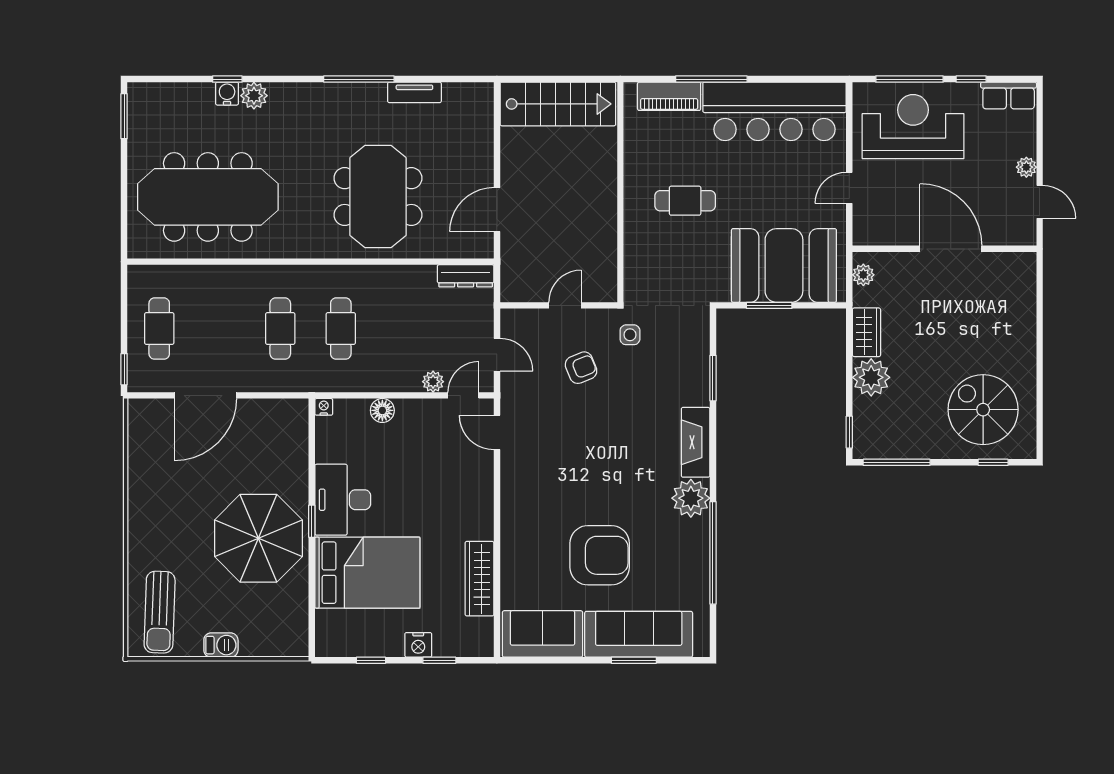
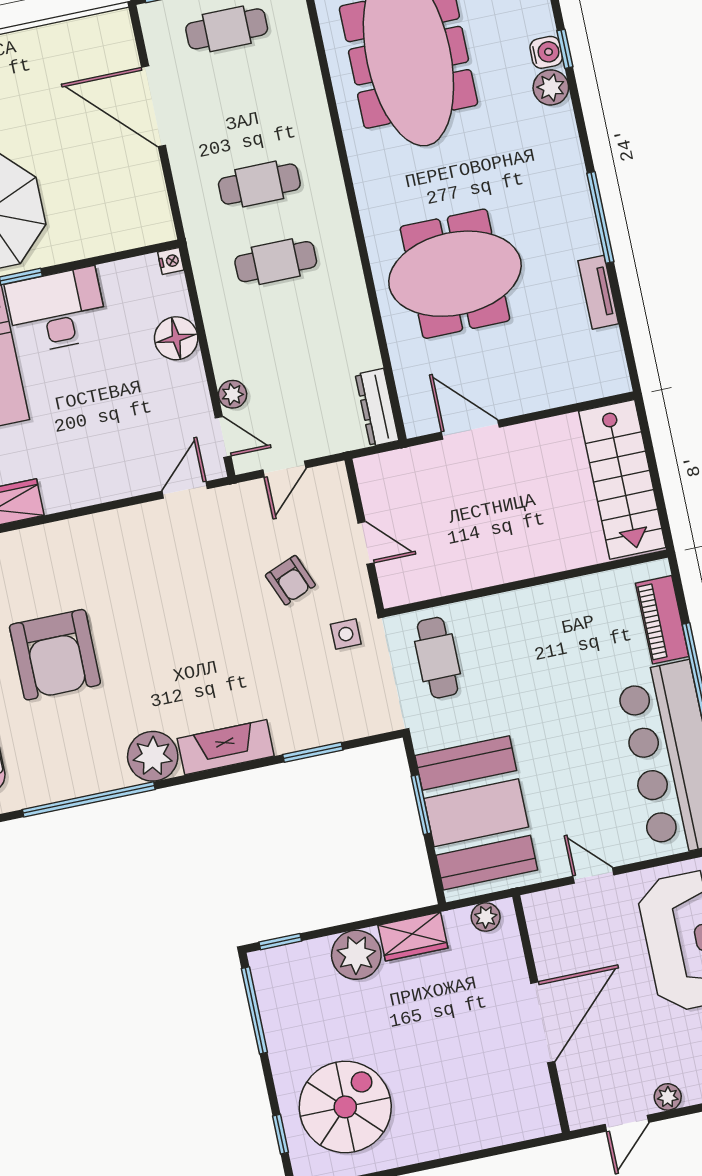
cafe table: (685, 201) -> (438, 658), moved
floor lamp: (382, 410) -> (176, 338), width x1.38, depth x1.38

